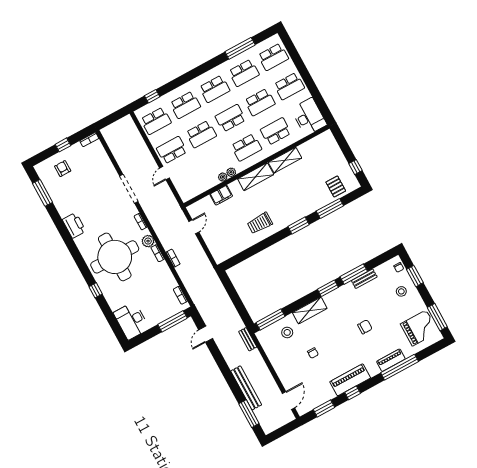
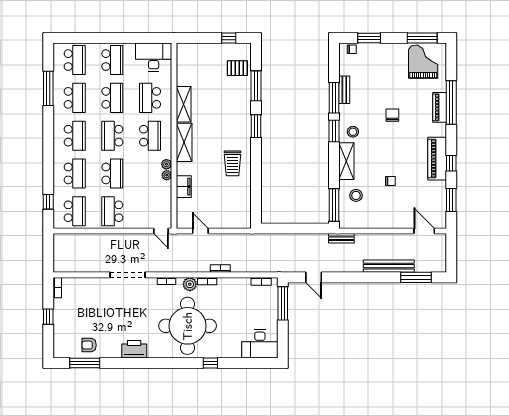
armchair: (63, 169) -> (89, 345), moved
door: (164, 173) -> (161, 231), moved
stool: (401, 291) -> (353, 132), moved

